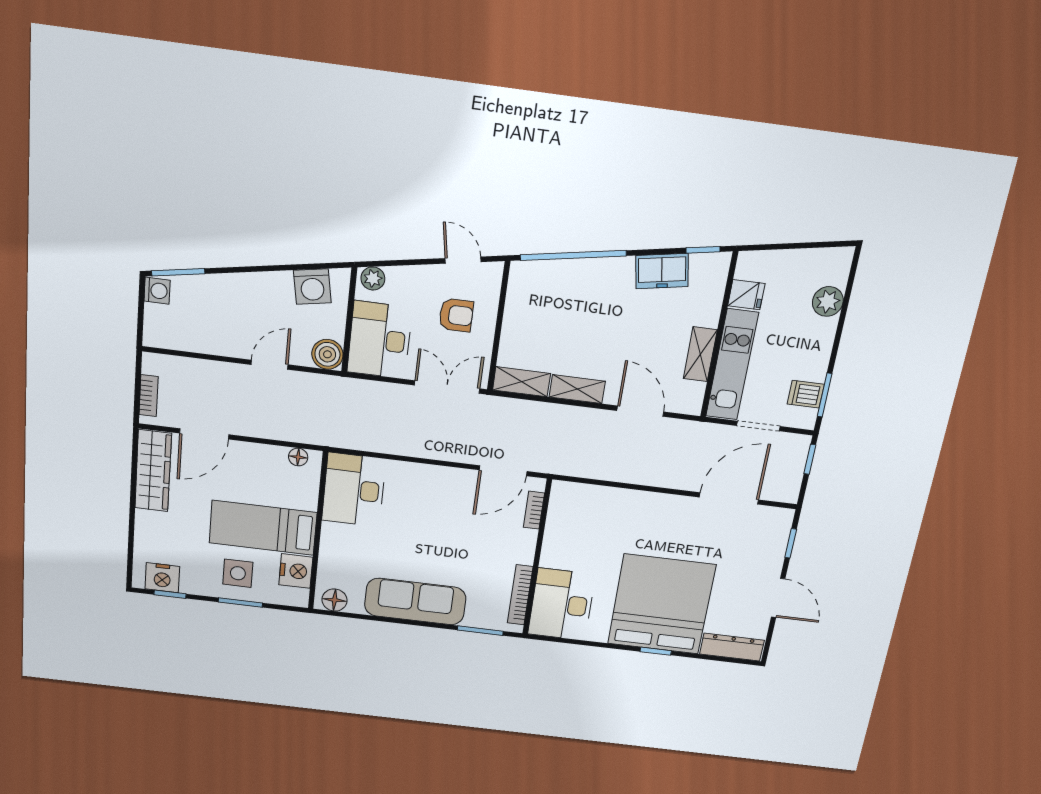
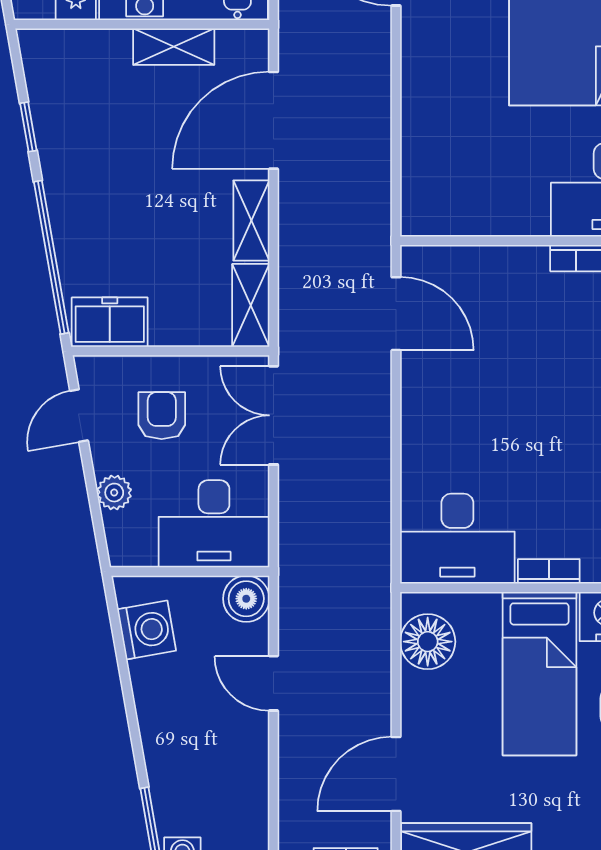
window: (703, 250) -> (28, 127), moved
freezer: (662, 271) -> (110, 322), moved, turned -80
plant: (373, 278) -> (114, 493), moved
door: (640, 411) -> (274, 120), width x1.36
door: (204, 434) -> (396, 774), swing flipped
floor lamp: (298, 457) -> (428, 642), width x1.89, depth x1.89
bookcase: (534, 510) -> (549, 571), moved, turned 180

